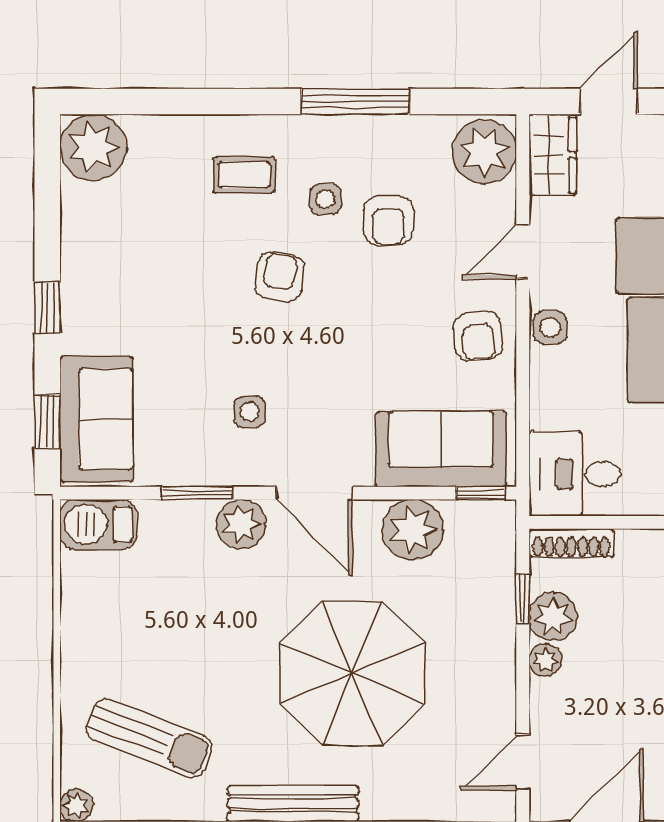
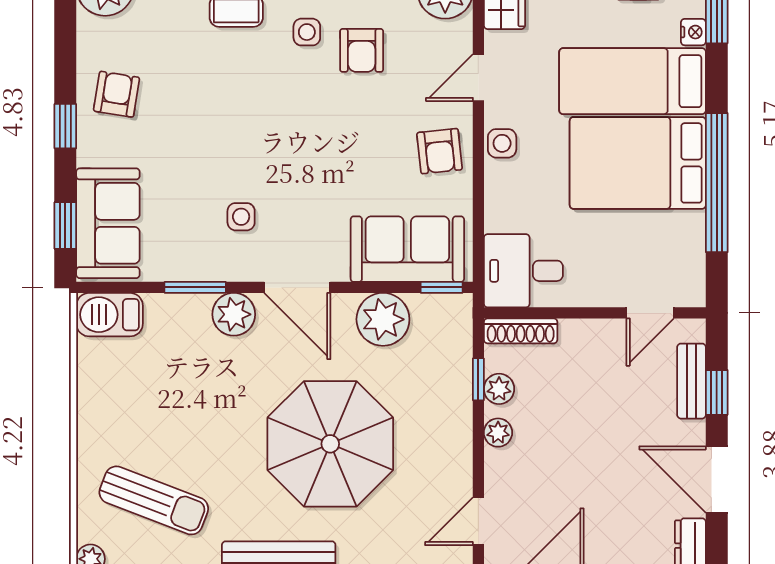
armchair: (280, 277) -> (117, 94), moved
plant: (553, 616) -> (499, 389), width x0.73, depth x0.73

